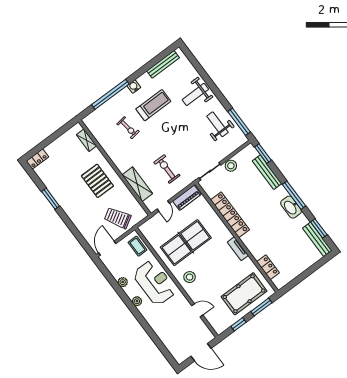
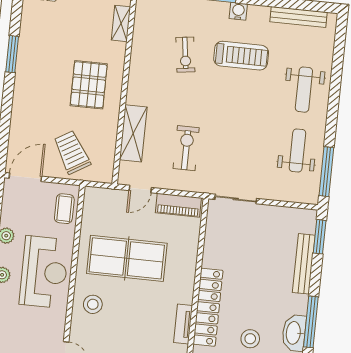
weight bench: (195, 94) -> (304, 90), turned -90
stool: (231, 166) -> (250, 339), moved
locker: (230, 215) -> (208, 307), moved

